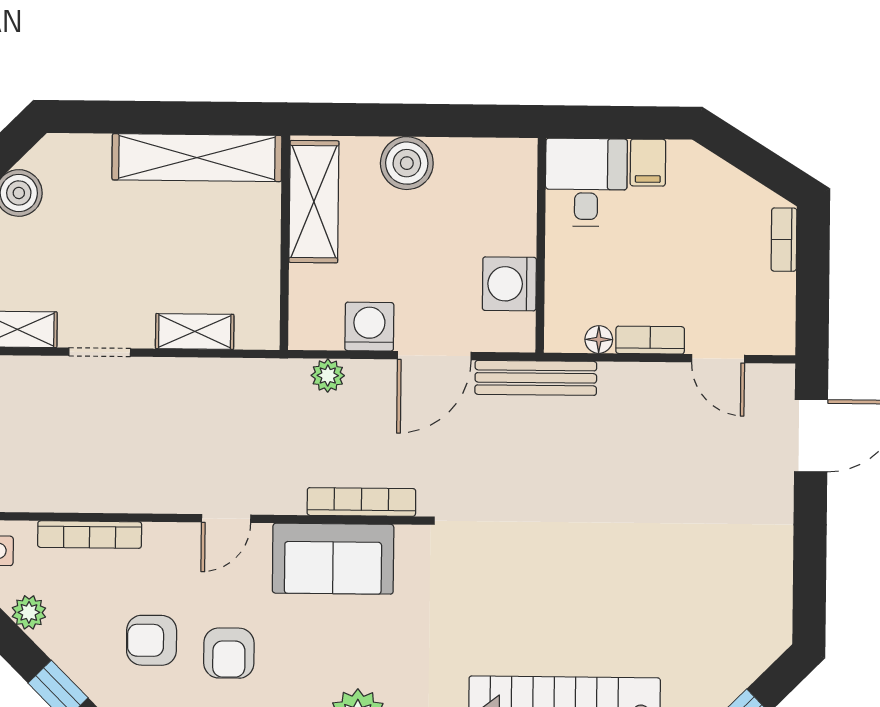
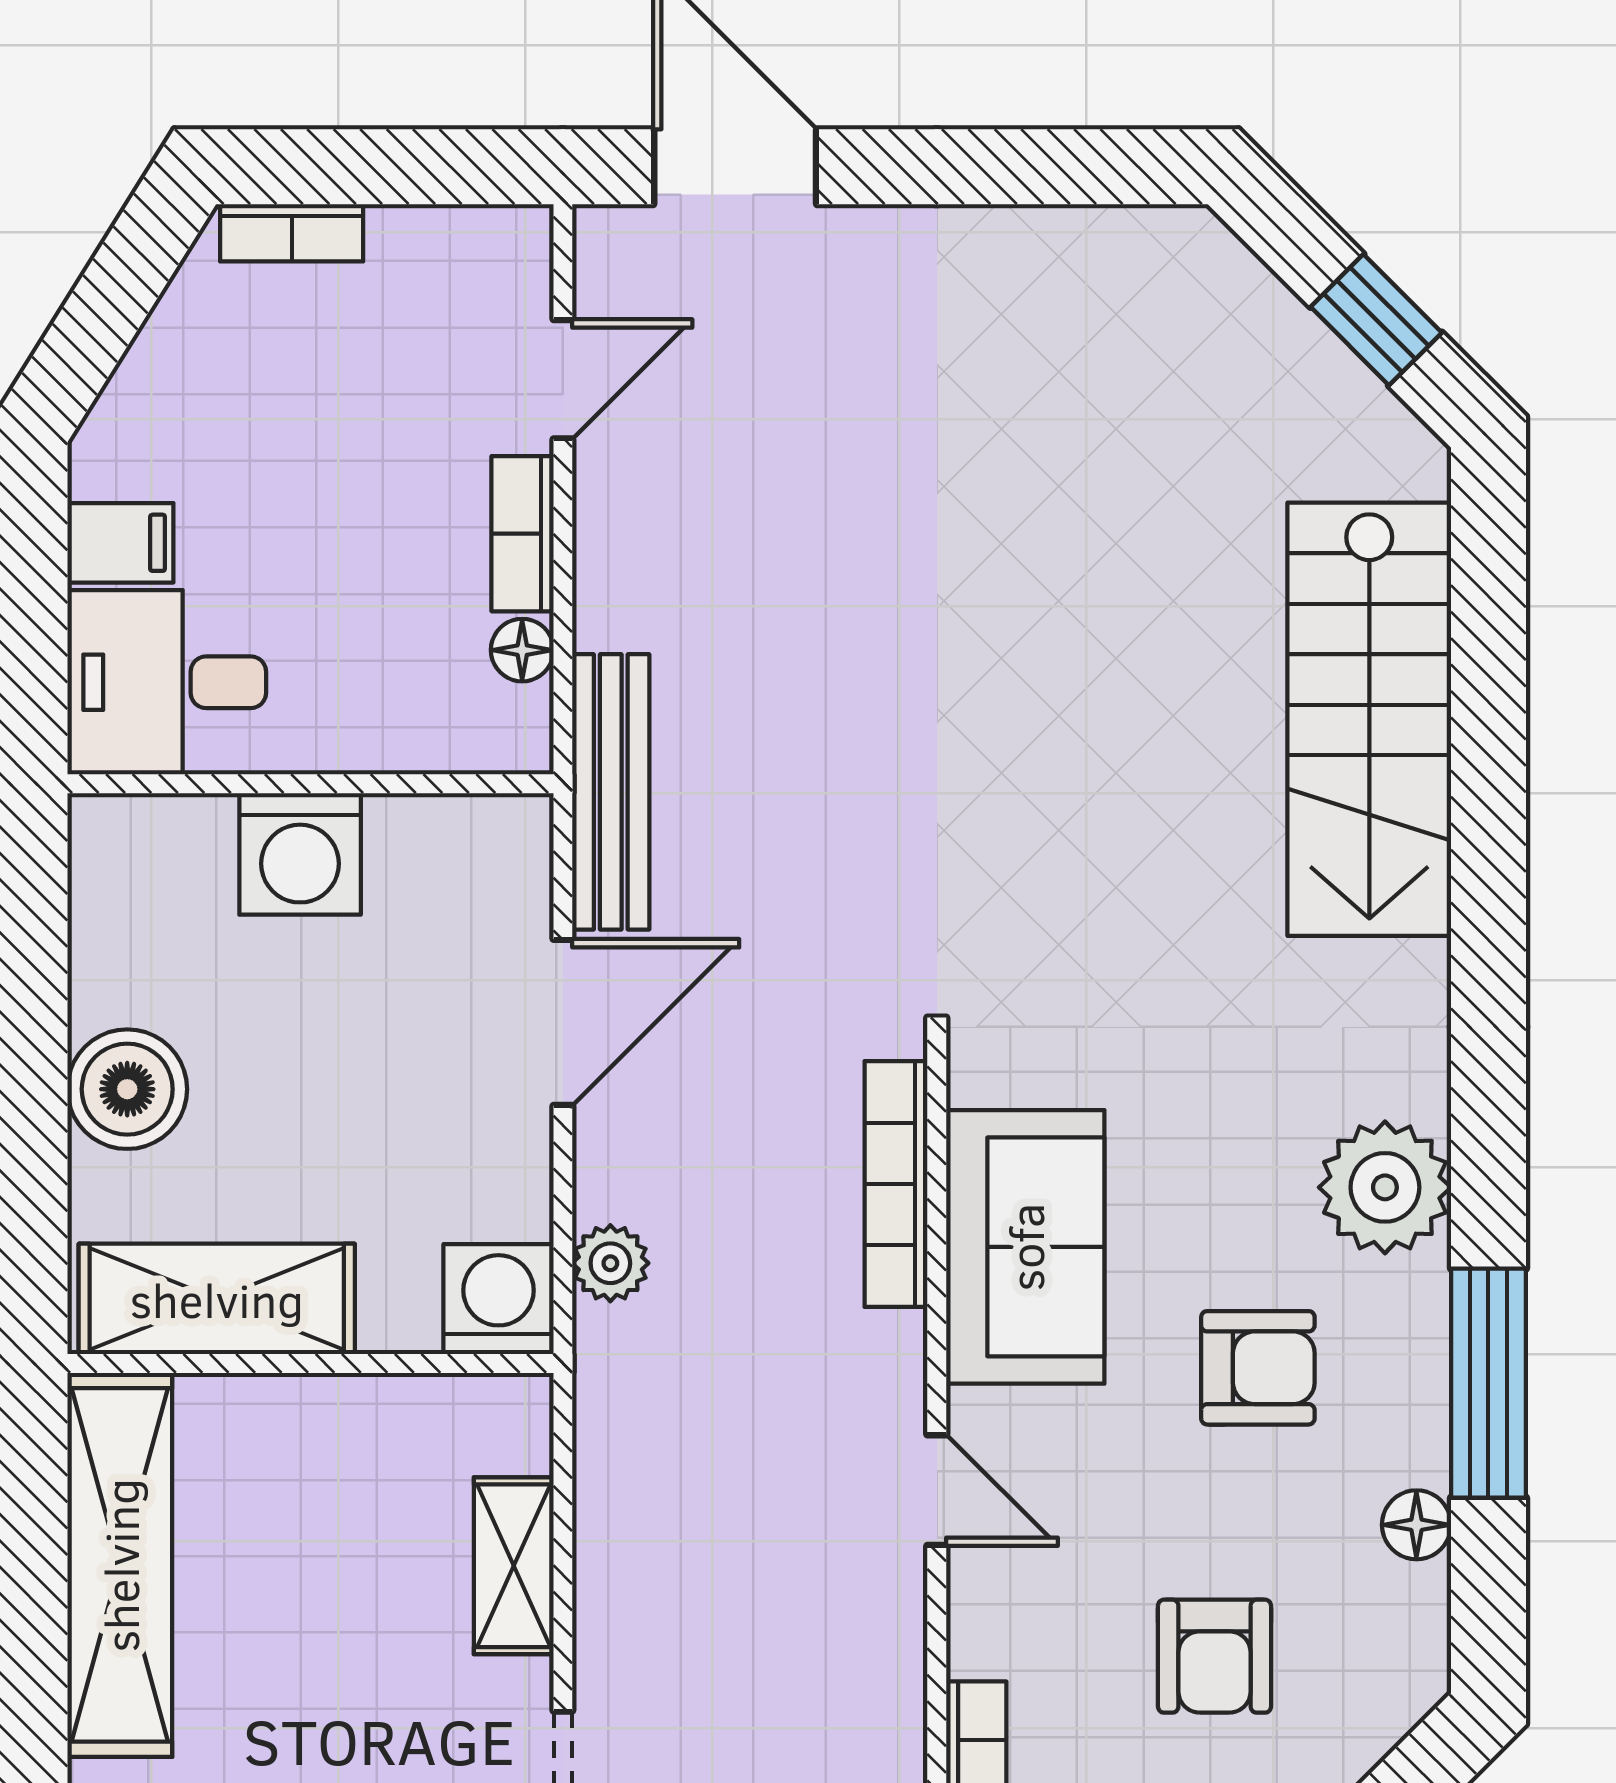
washing machine: (509, 284) -> (300, 854), moved
washing machine: (369, 327) -> (498, 1299), moved, turned 90
door: (434, 356) -> (563, 1022), hinge flipped
armchair: (229, 653) -> (1258, 1368), moved

